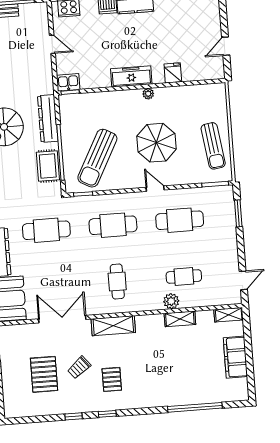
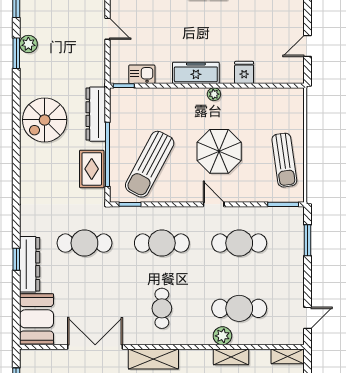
kitchen sink: (68, 82) -> (142, 74), moved
cafe table: (184, 276) -> (239, 308), width x1.37, depth x1.35

